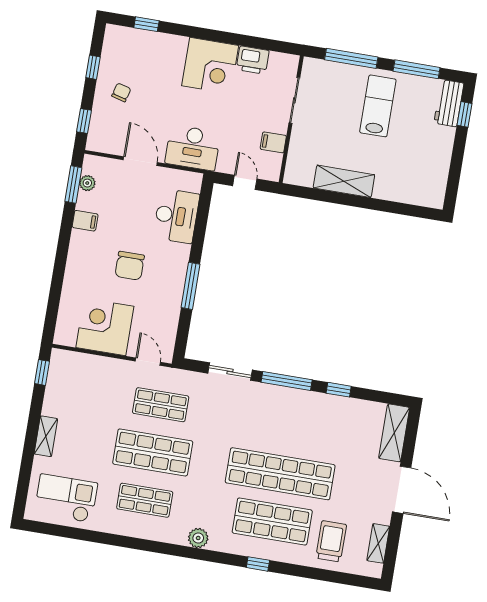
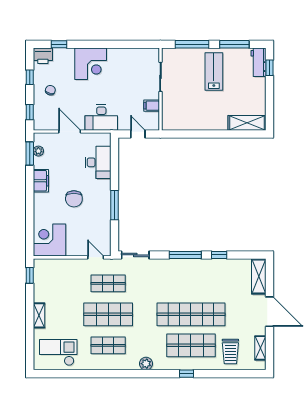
printer: (253, 60) -> (43, 56), moved
corner desk: (210, 66) -> (91, 64), moved
shelving: (344, 181) -> (247, 123), moved
filing cabinet: (85, 221) -> (41, 181), width x2.00
corner desk: (105, 327) -> (50, 240), moved
sliding door: (230, 372) -> (135, 255), moved
trolley: (331, 541) -> (230, 352), turned 180

